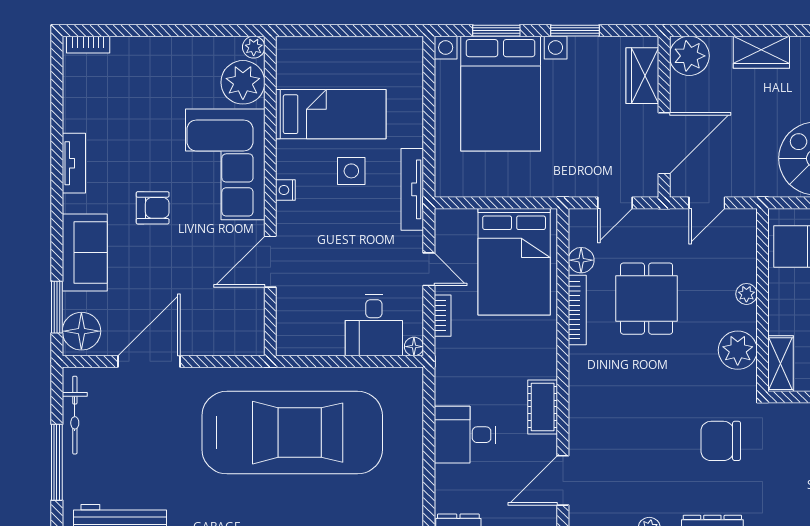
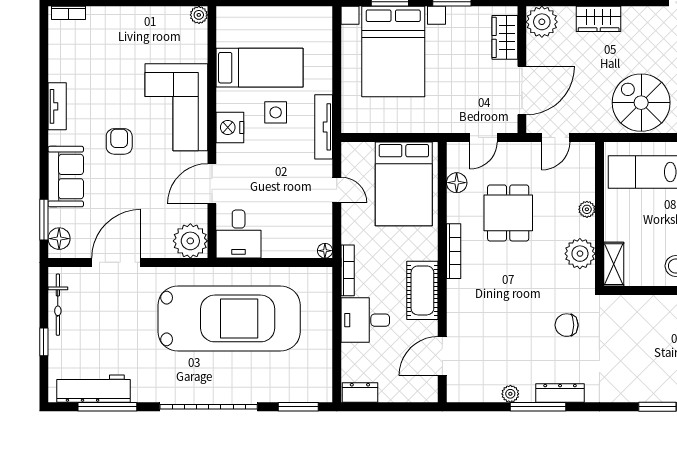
plant: (243, 82) -> (190, 241), moved
nightstand: (285, 190) -> (230, 127), width x1.89, depth x1.79
armchair: (153, 208) -> (119, 141), turned -90
bookcase: (577, 310) -> (454, 251), moved
bookcase: (443, 316) -> (348, 270), moved, width x1.56
desk: (374, 325) -> (239, 234), moved
floor lamp: (81, 331) -> (59, 239), width x0.73, depth x0.73
cot: (543, 407) -> (422, 290), width x1.37, depth x1.34
chair: (721, 441) -> (567, 325), width x0.73, depth x0.73
window: (57, 462) -> (44, 342), width x0.46

